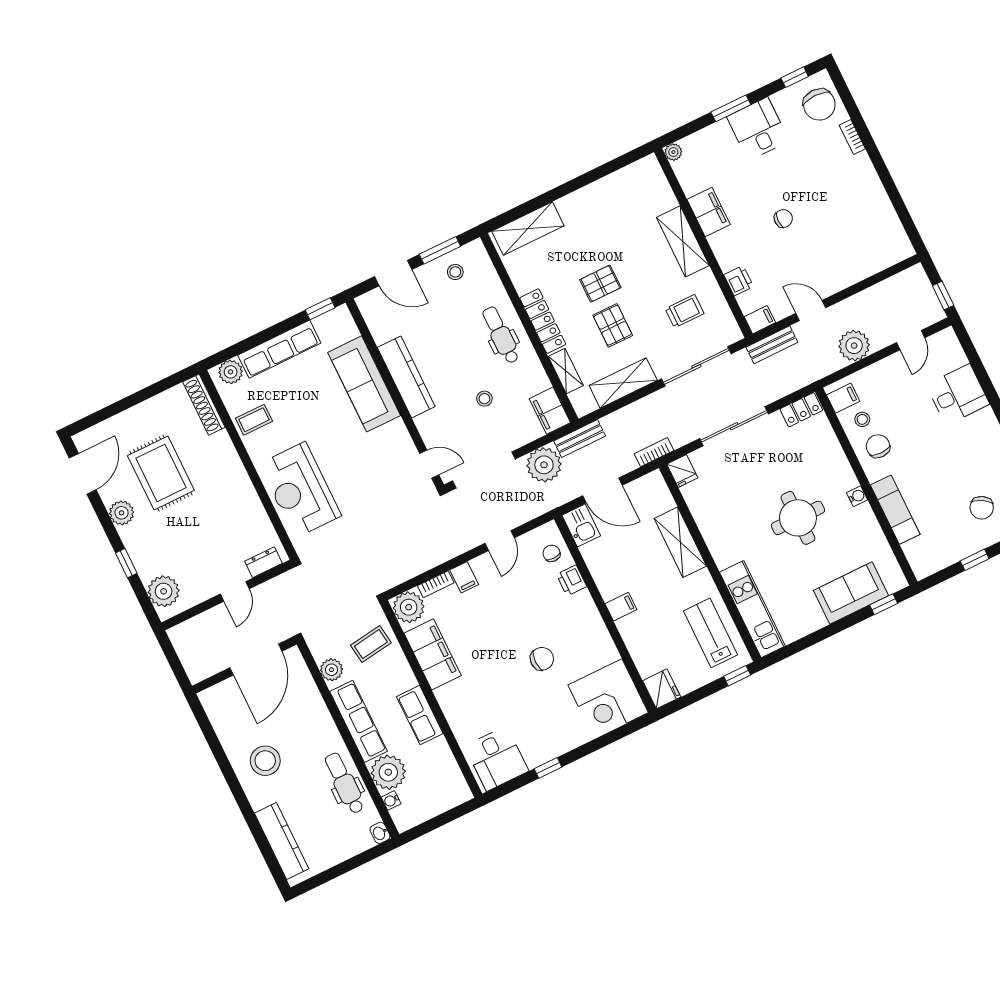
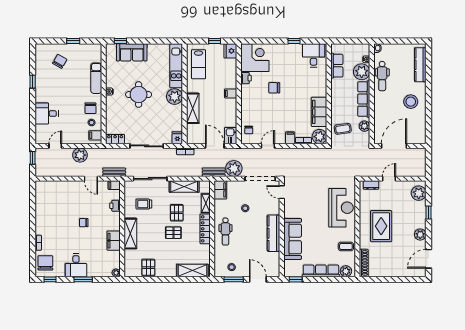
pallet: (616, 193) -> (148, 268), added
rug: (161, 473) -> (381, 226), moved
plant: (726, 548) -> (175, 97), added
printer: (571, 580) -> (246, 78), moved
window: (737, 676) -> (215, 41), moved
row of seats: (420, 715) -> (337, 66), moved

